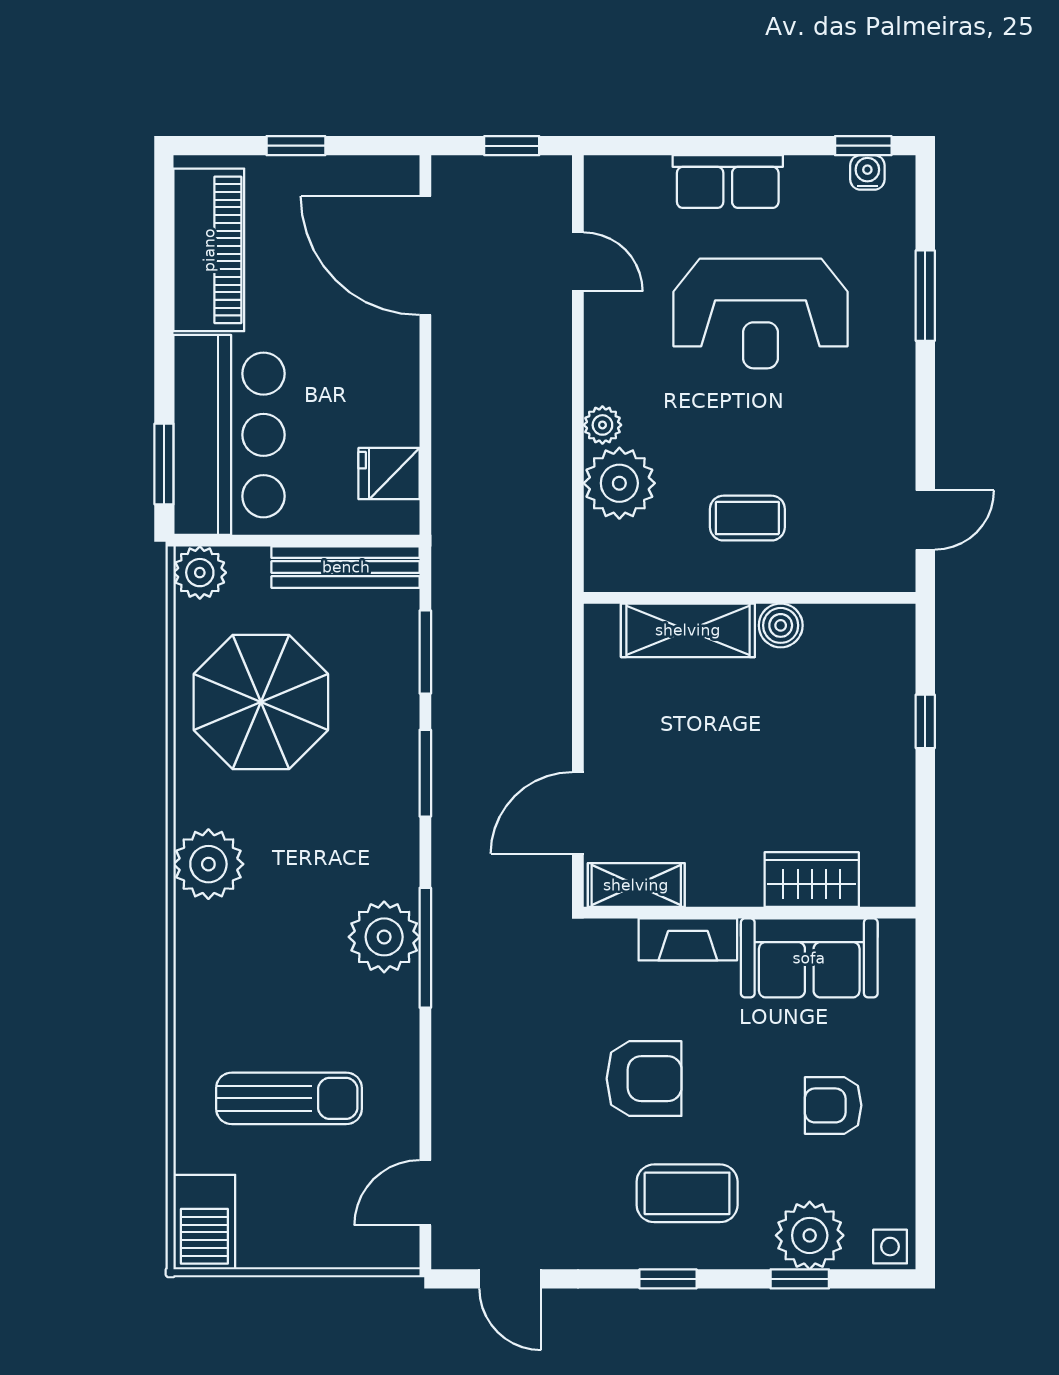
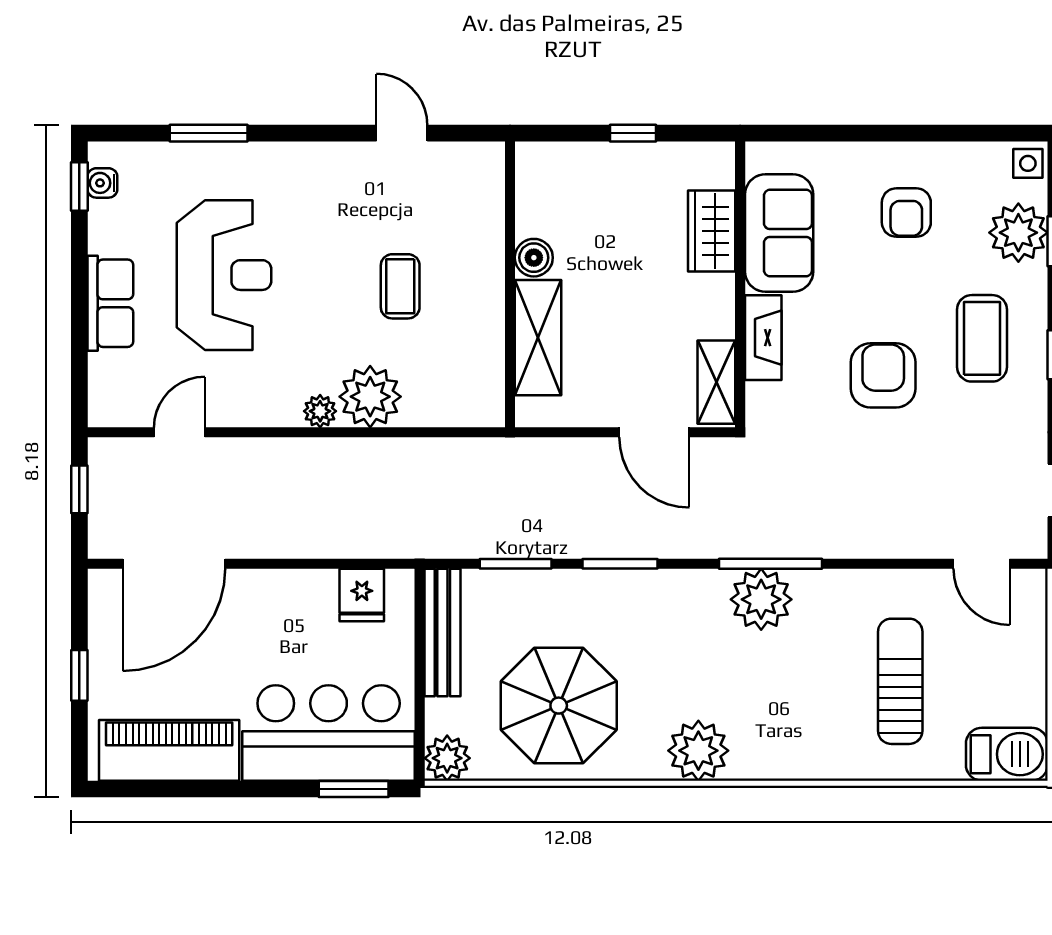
wall: (750, 598) -> (510, 284), moved
boiler: (781, 625) -> (534, 258), moved
shelving: (688, 630) -> (538, 338), moved
window: (925, 721) -> (633, 133), moved

